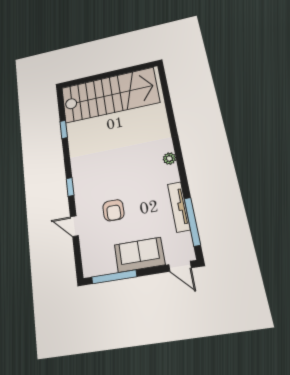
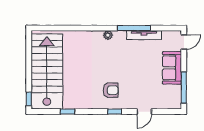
window: (74, 83) -> (29, 99), added
armchair: (113, 210) -> (111, 90), moved
window: (192, 222) -> (134, 28), moved

